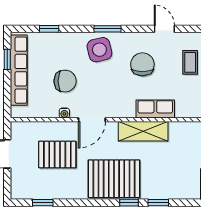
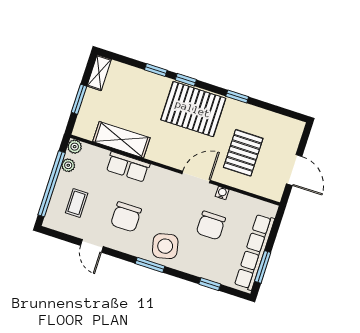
window: (7, 59) -> (263, 267), width x1.50
chair: (65, 81) -> (211, 225), turned -90
shelving: (143, 131) -> (121, 140), moved
pallet: (57, 155) -> (243, 153), turned 90
window: (43, 203) -> (237, 96), moved

